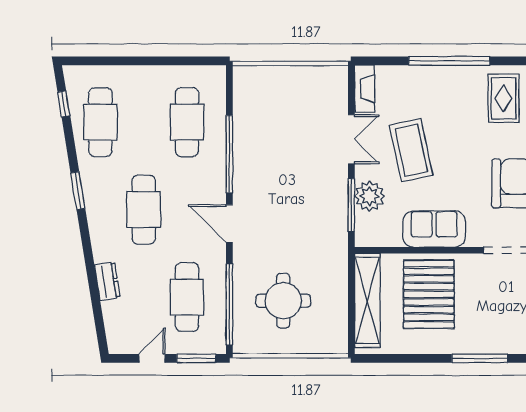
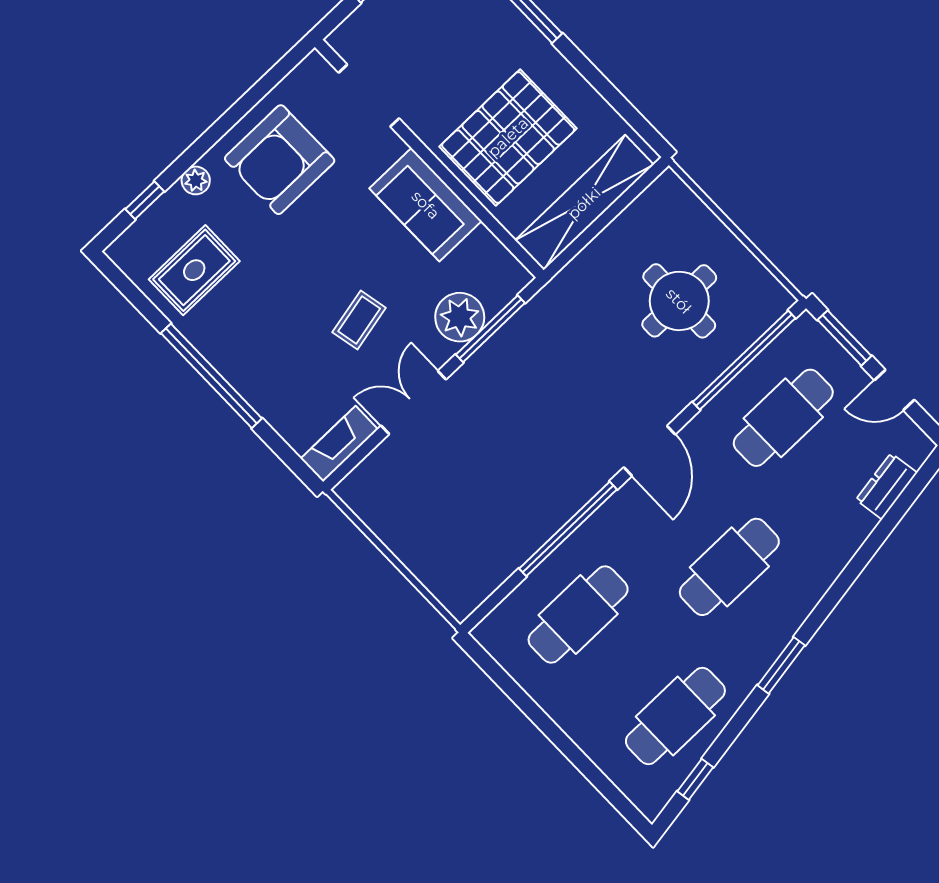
coffee table: (411, 150) -> (359, 320), width x0.54, depth x0.58
dresser: (107, 281) -> (887, 486), moved

